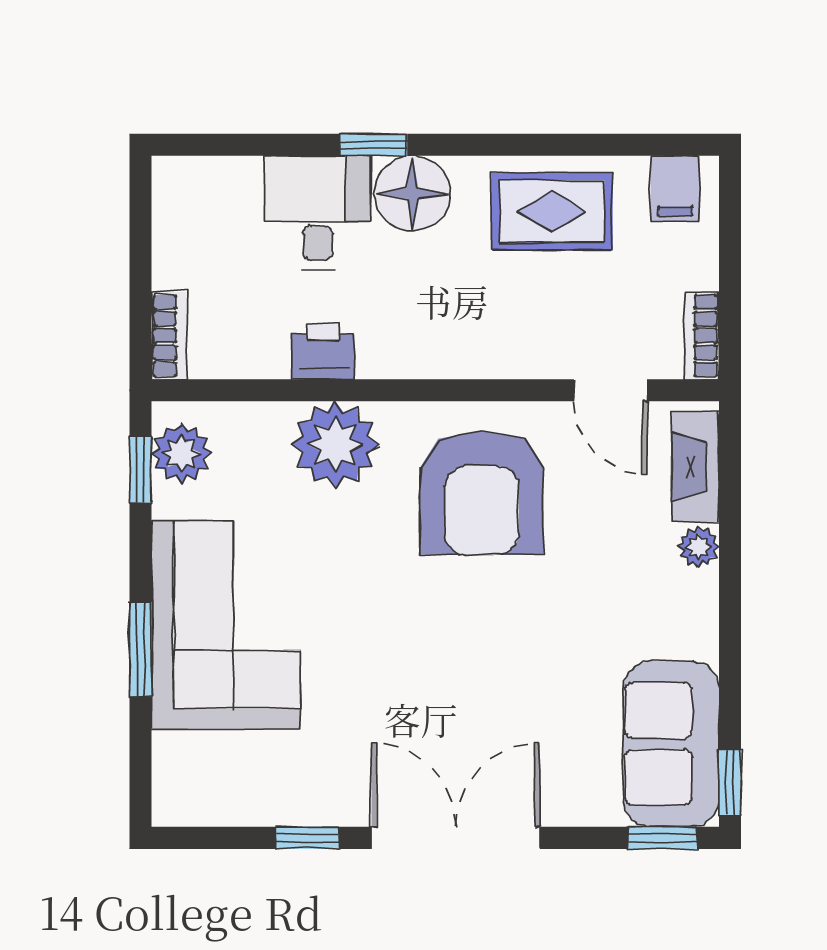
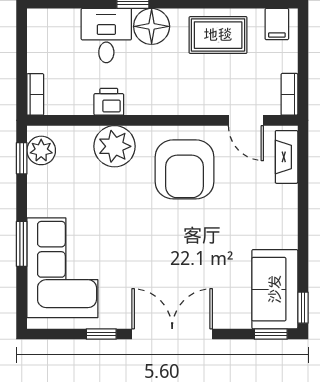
plant: (698, 547) -> (288, 195), removed
corner sofa: (226, 625) -> (62, 268), moved

